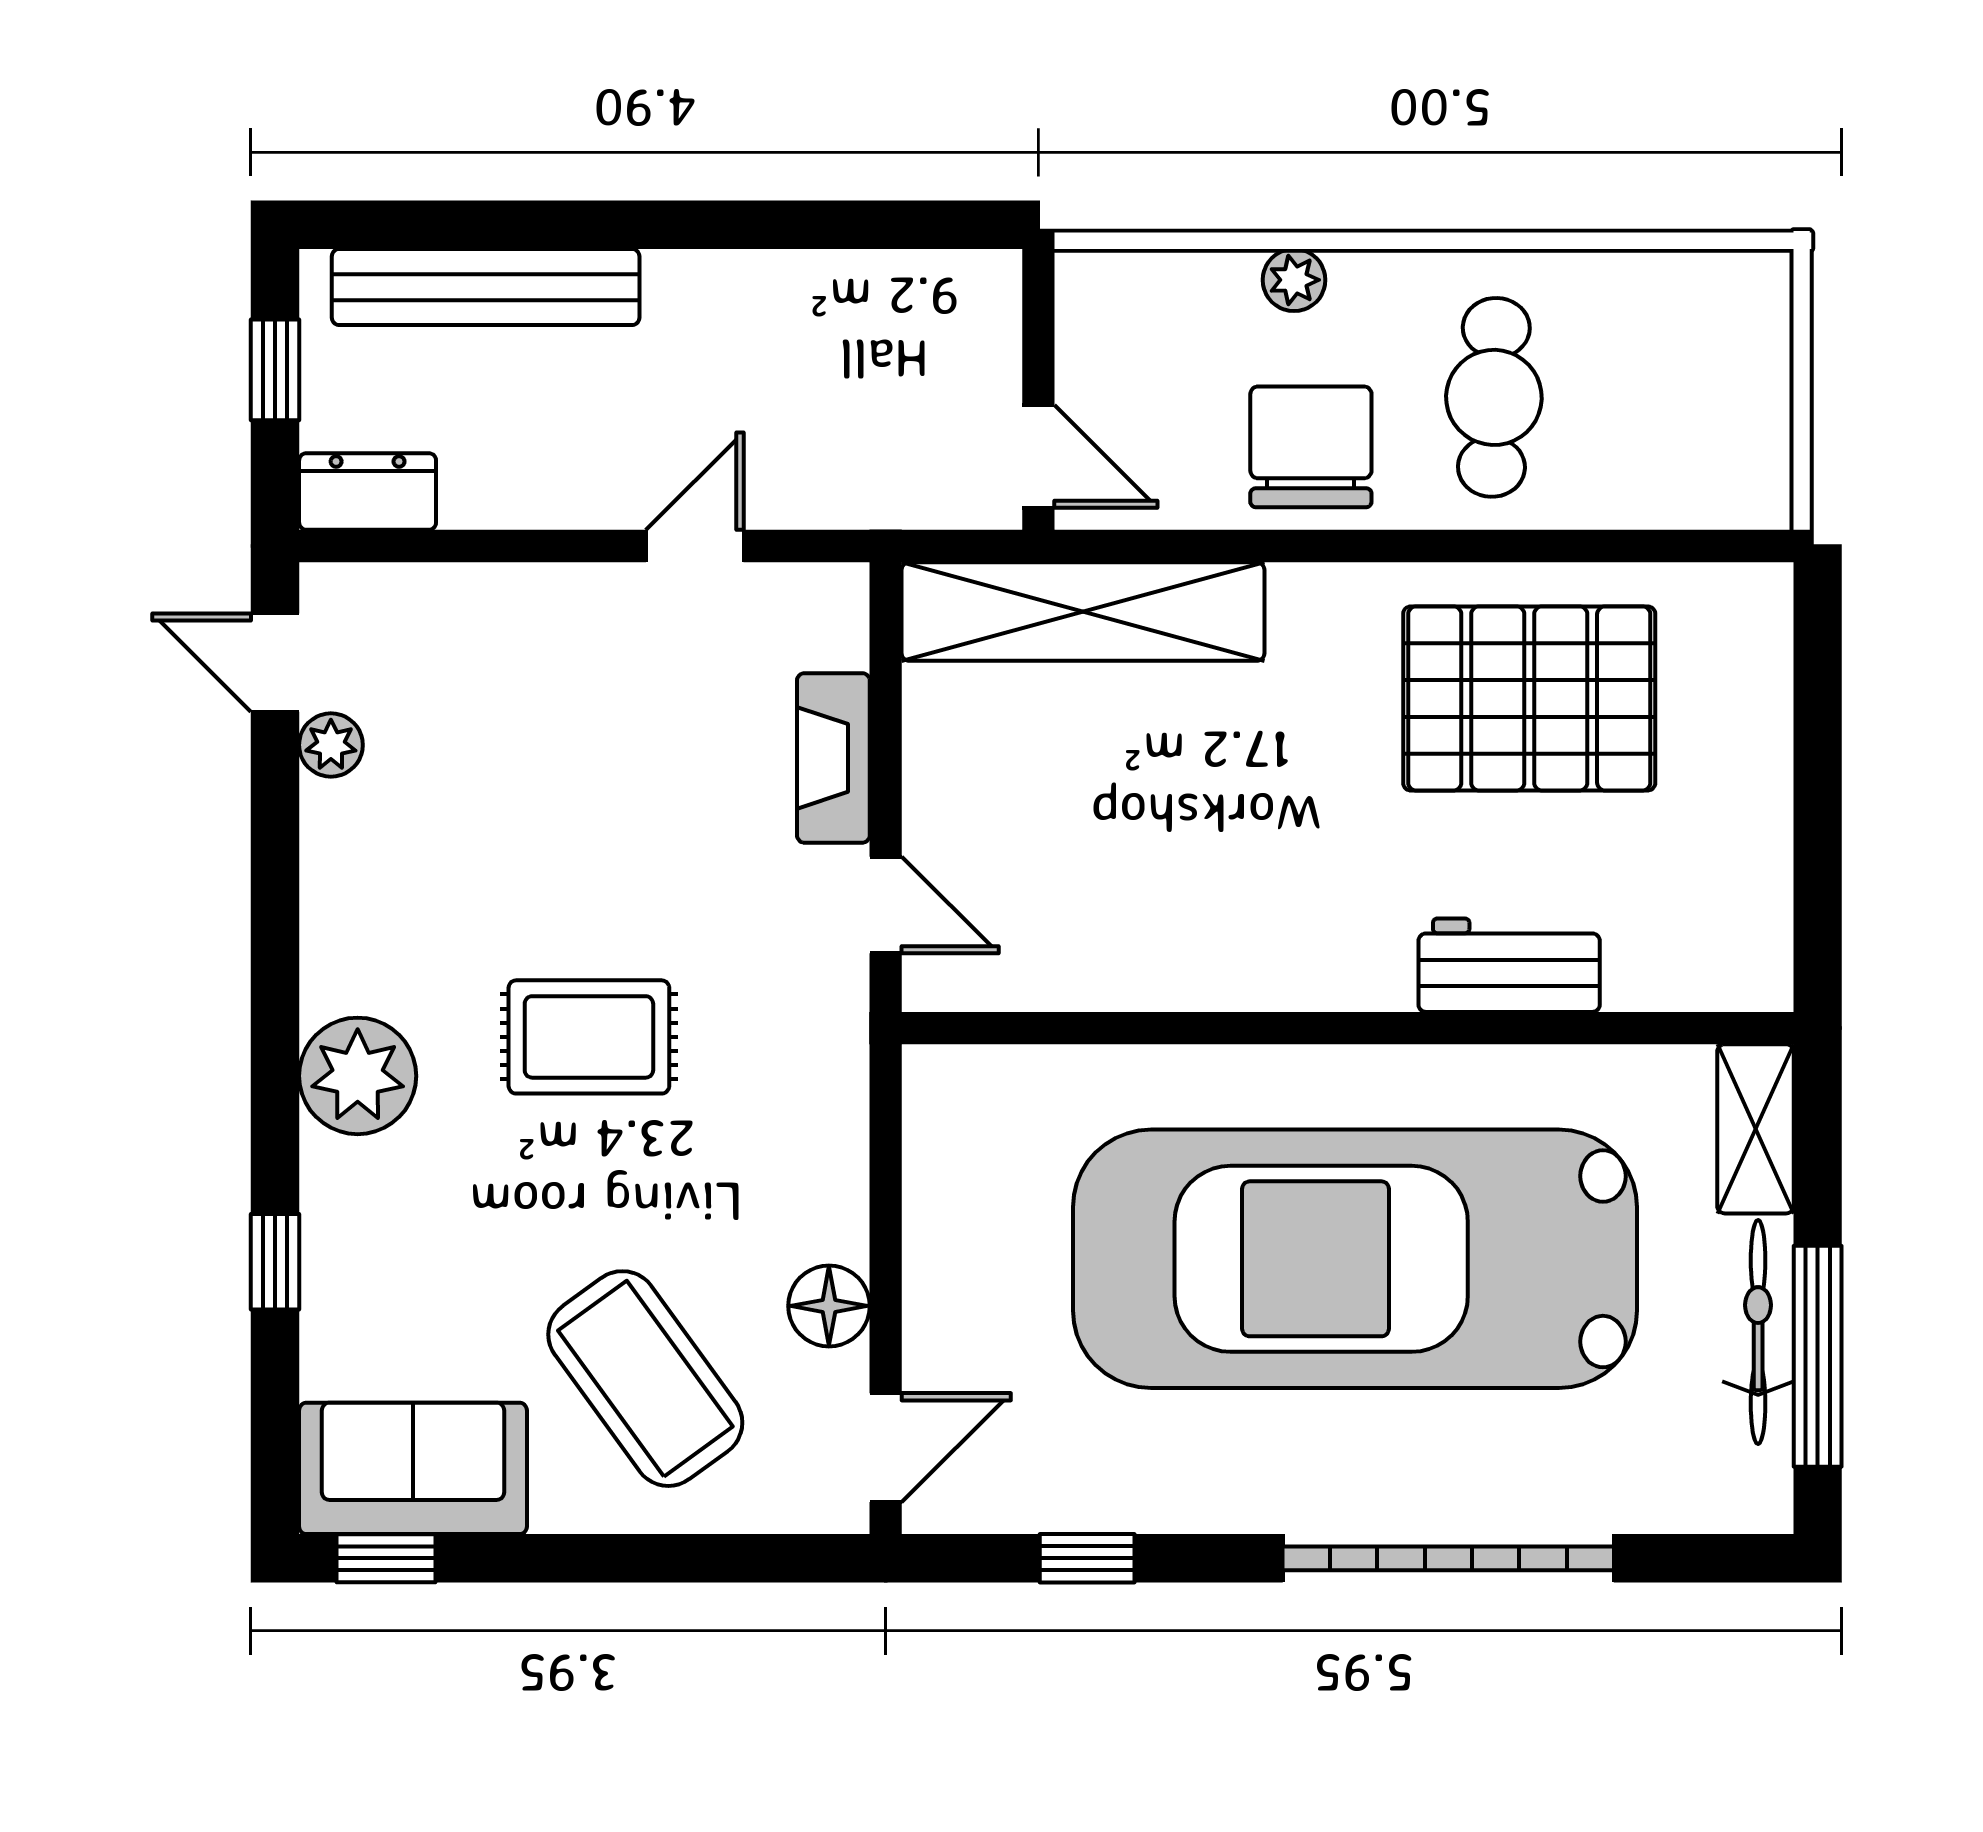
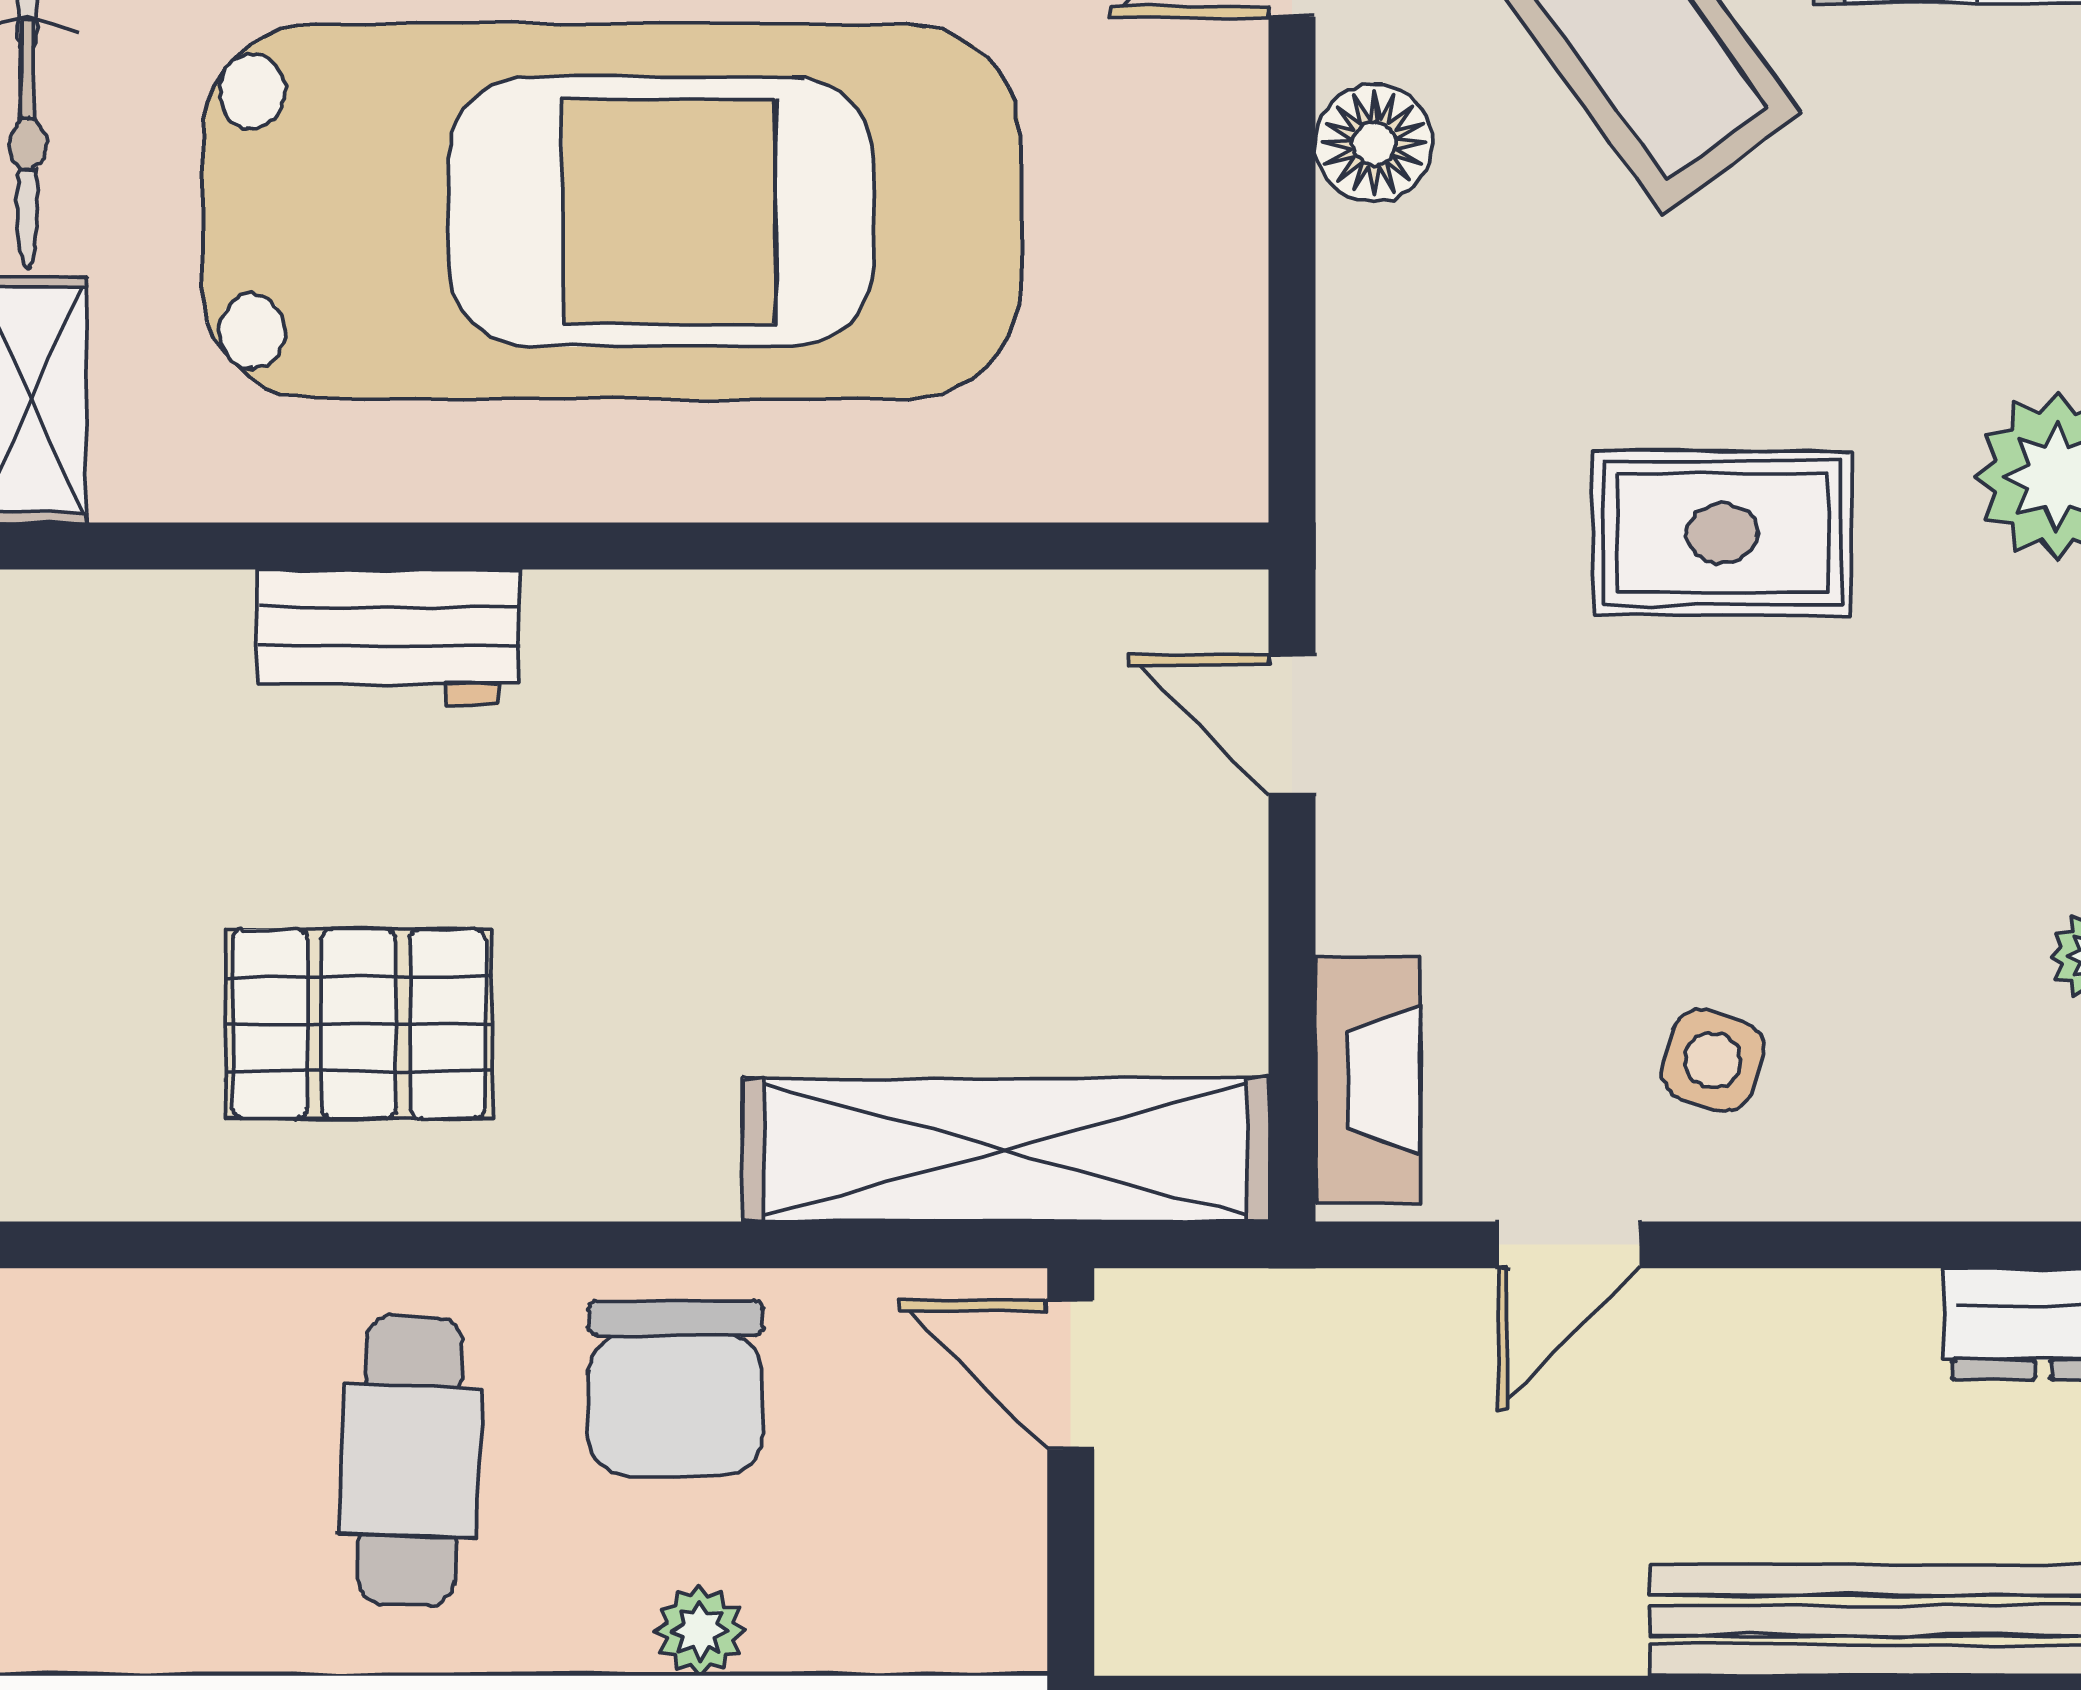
side table: (596, 673) -> (1713, 1060), added
pallet: (1529, 698) -> (359, 1024), width x0.73, depth x0.71
fireplace: (833, 758) -> (1368, 1080), moved

